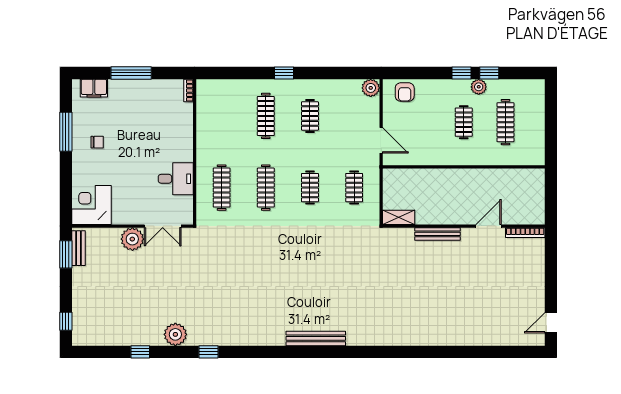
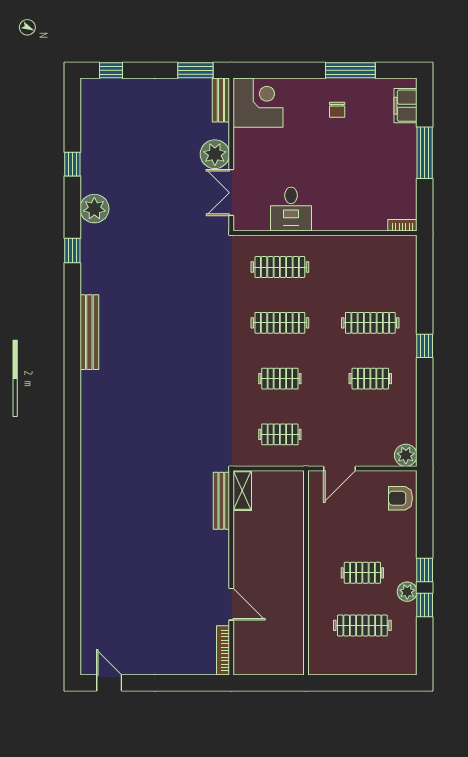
bench: (438, 234) -> (221, 501), moved
bench: (79, 248) -> (221, 100), moved, turned 90
bench: (316, 338) -> (89, 332), moved

